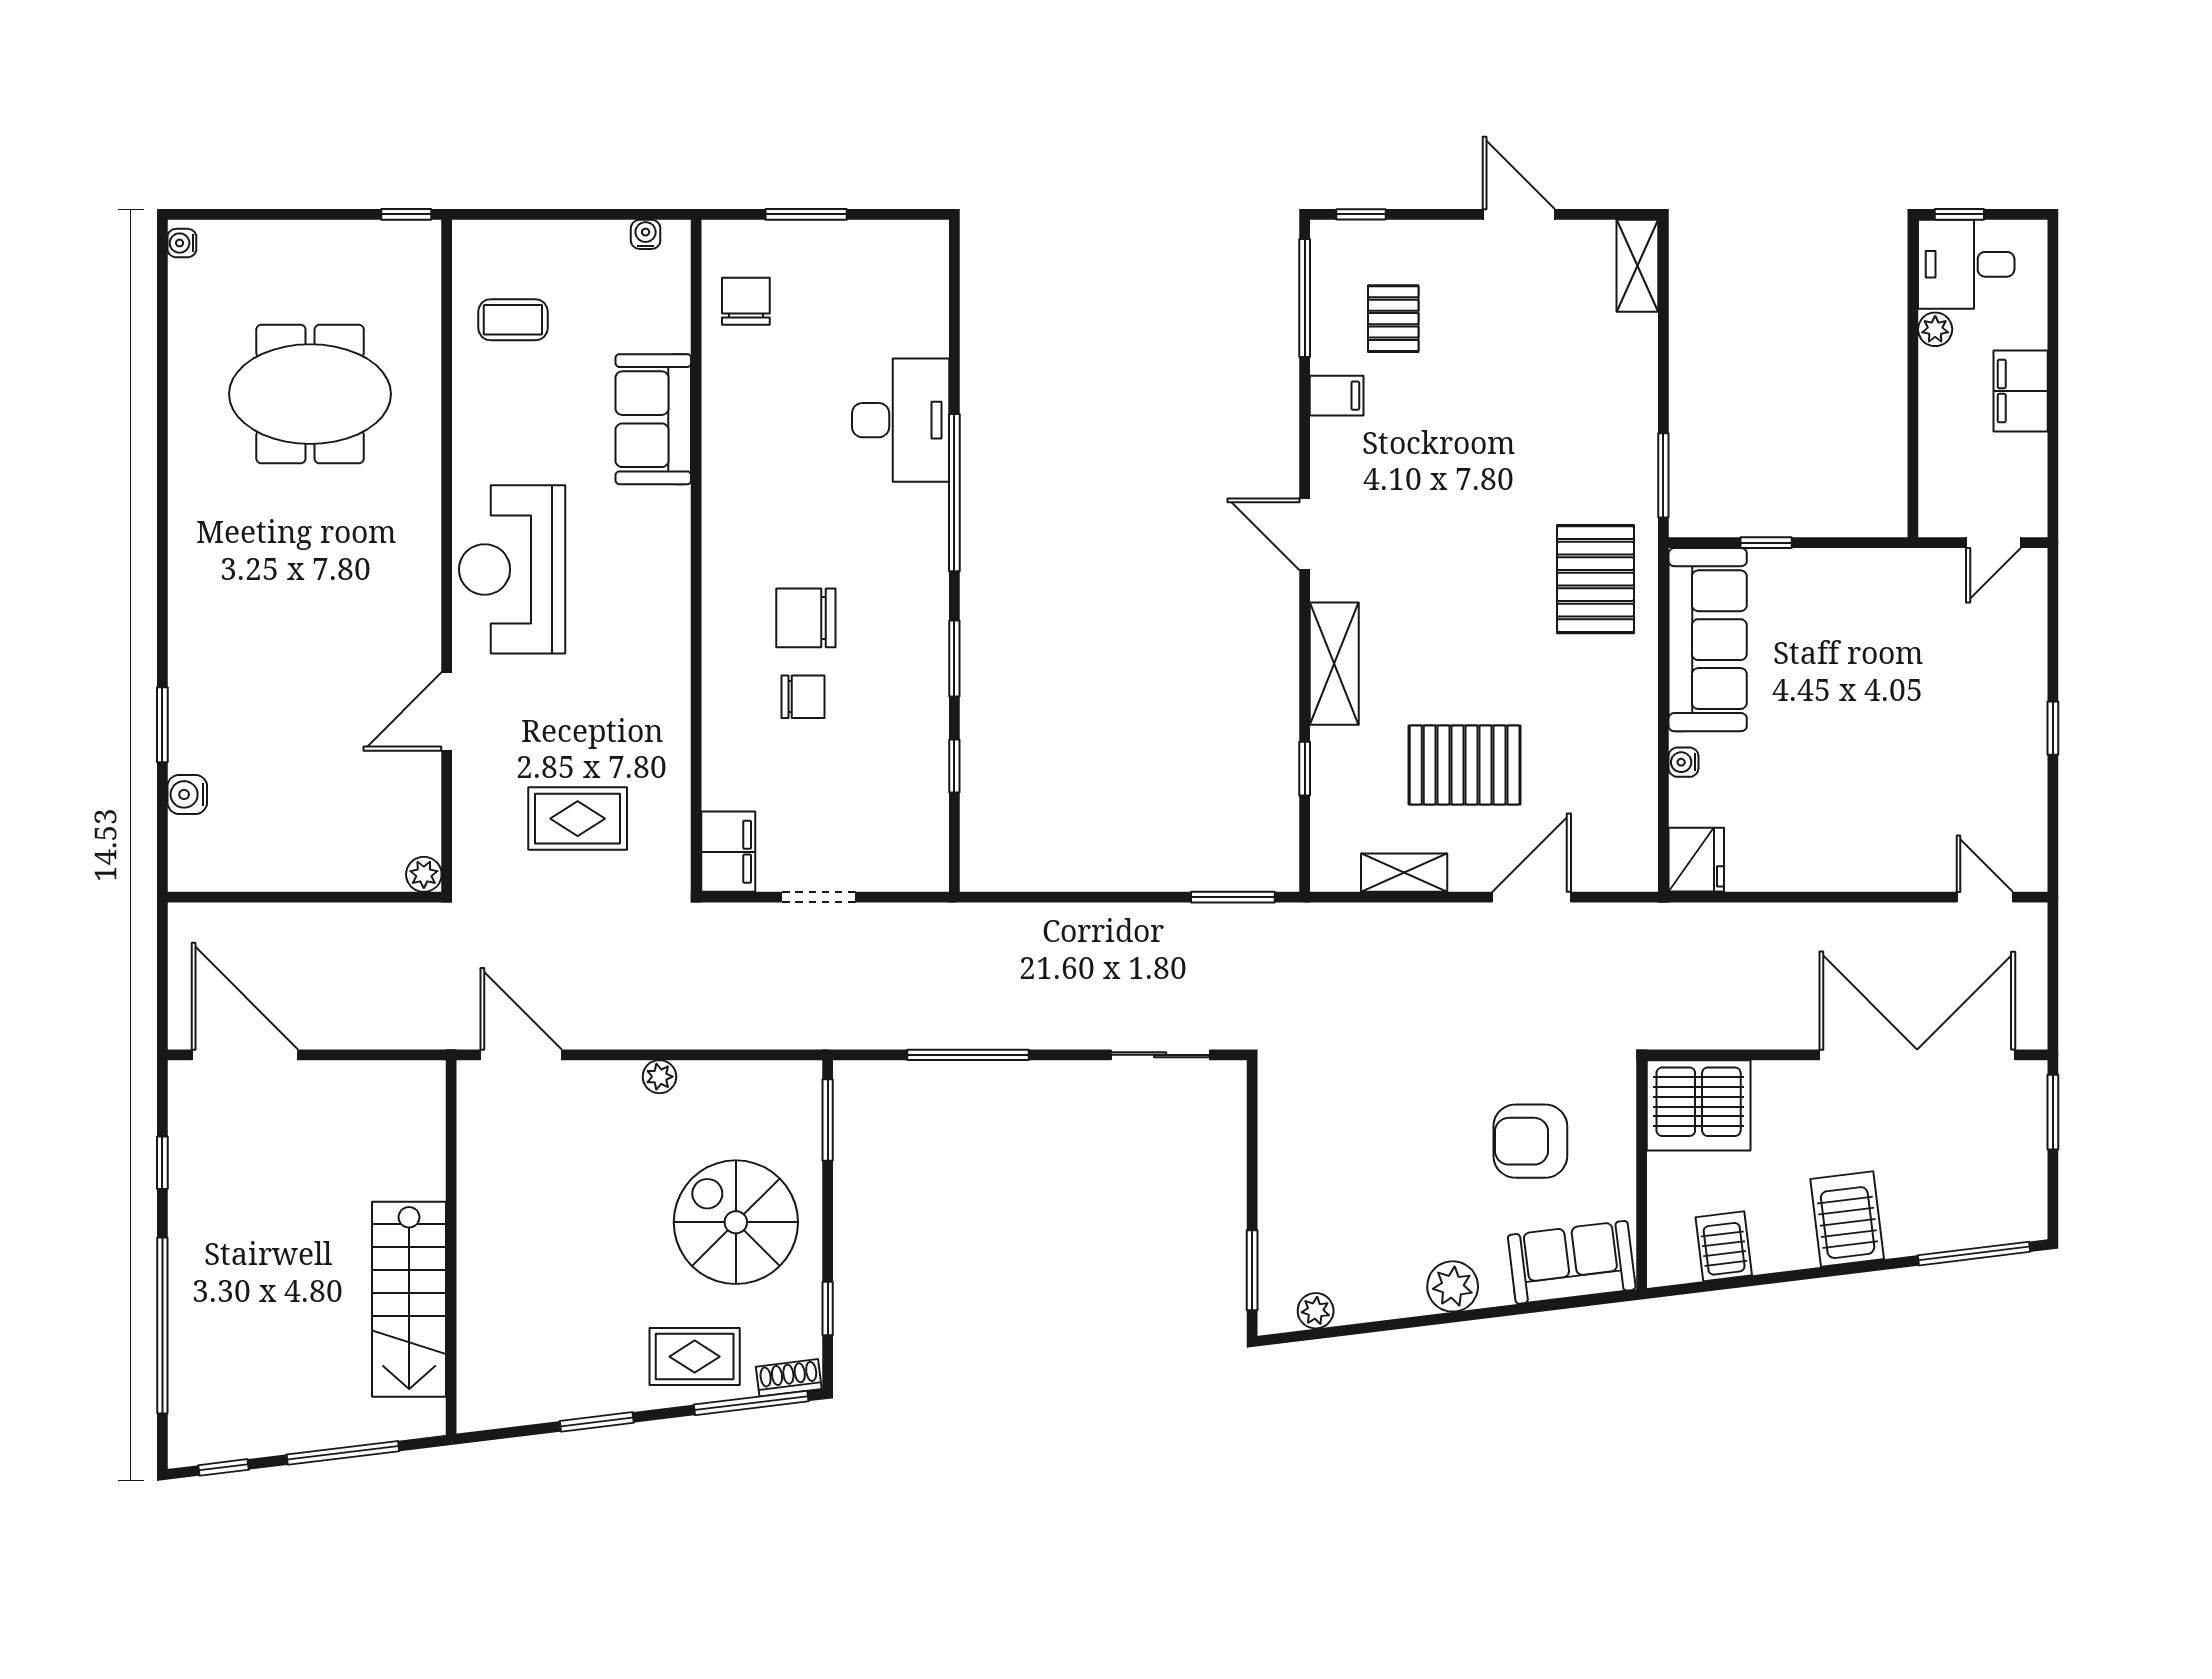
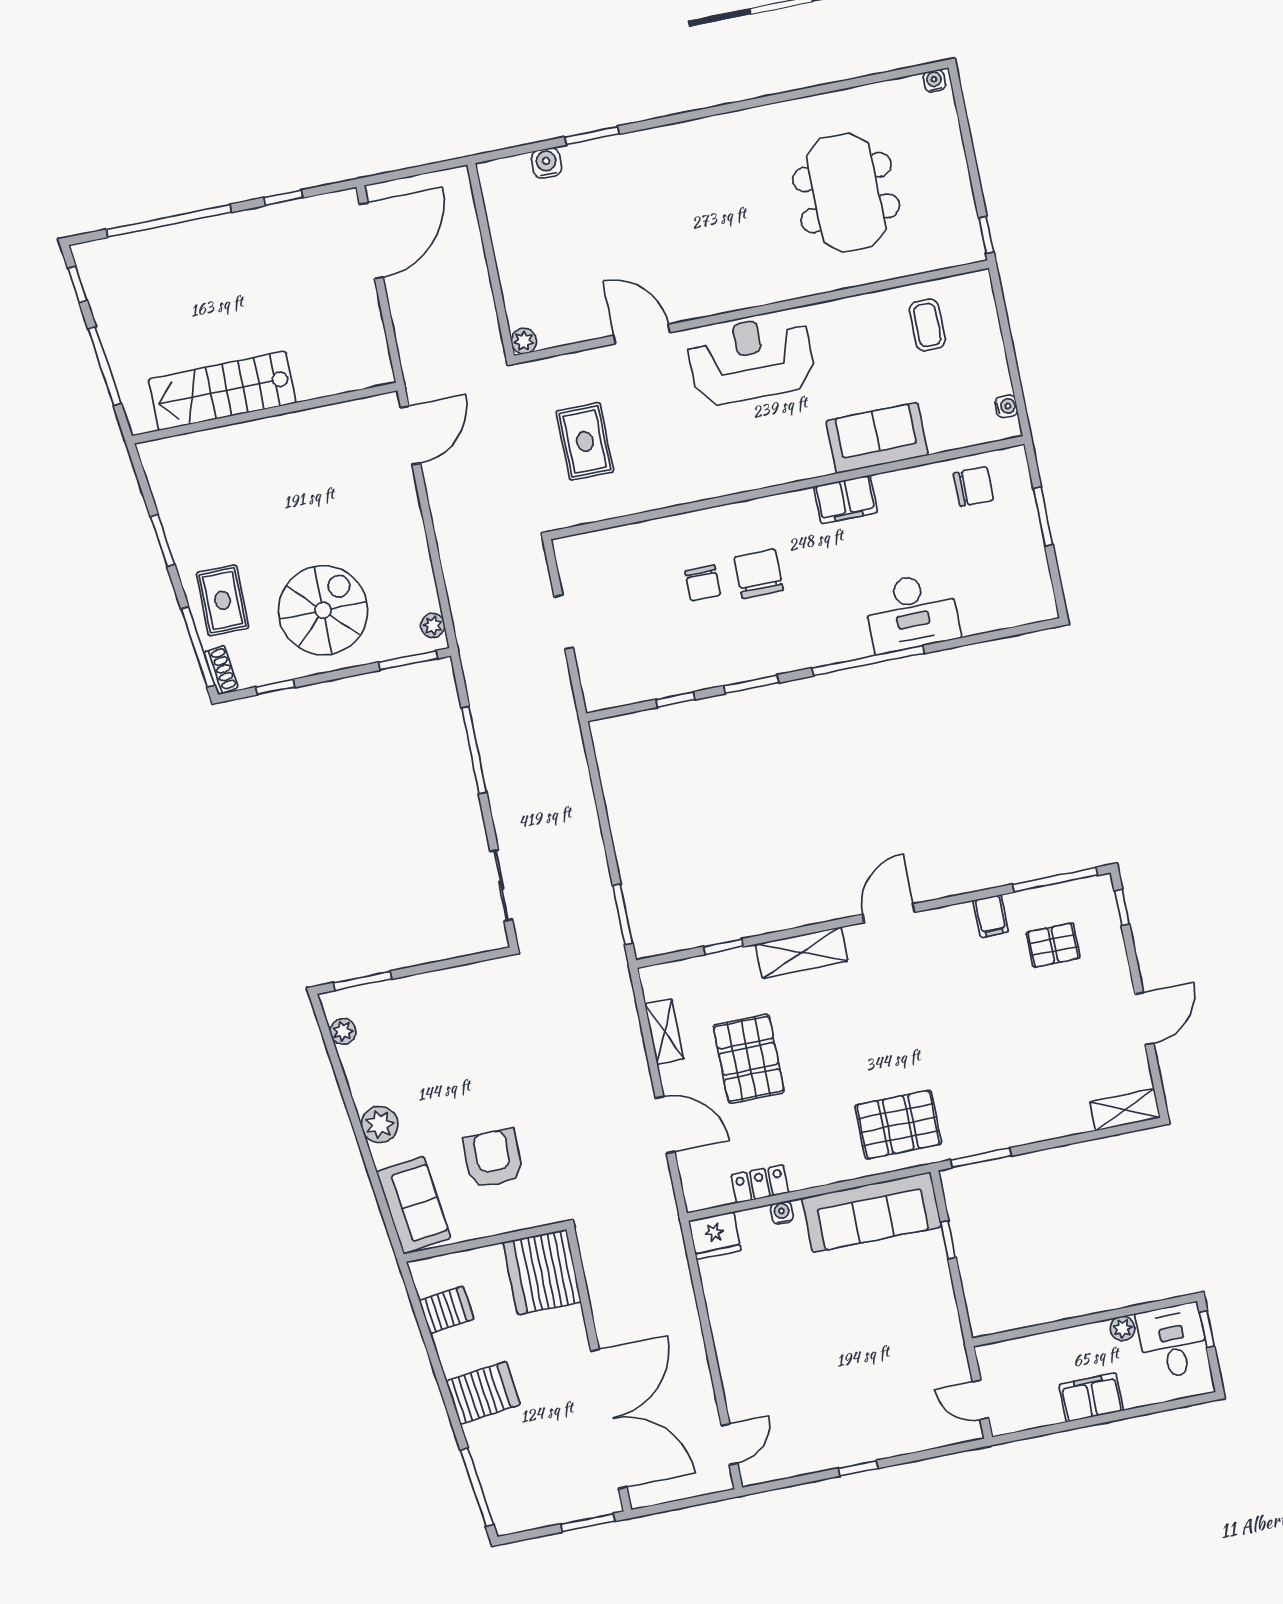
locker: (1638, 784) -> (760, 1184), added
filing cabinet: (728, 852) -> (846, 499), moved
plant: (659, 1077) -> (433, 625), moved

